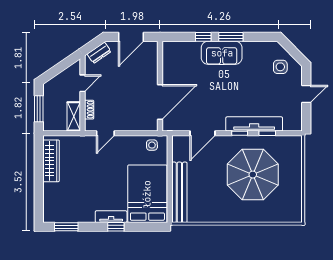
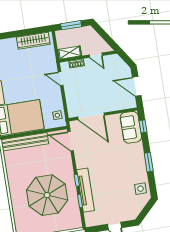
window: (203, 37) -> (143, 126), moved
dresser: (99, 53) -> (121, 64), removed
sofa: (222, 53) -> (131, 127), moved
side table: (280, 67) -> (140, 189), moved
door: (202, 133) -> (71, 141), moved

